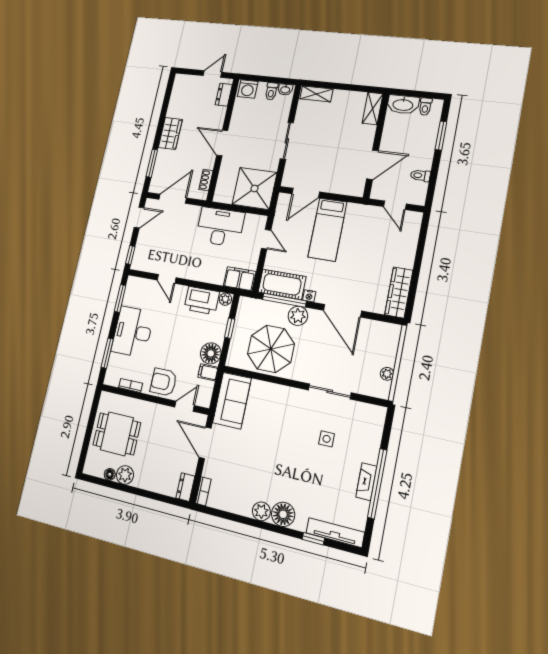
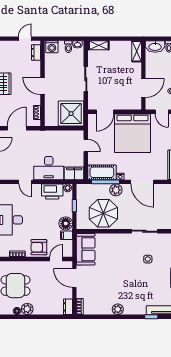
desk: (220, 227) -> (49, 168), moved, turned 180
bed: (327, 229) -> (133, 133), width x2.04
floor lamp: (283, 514) -> (131, 308), removed

